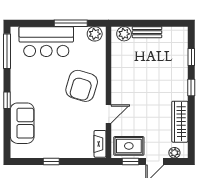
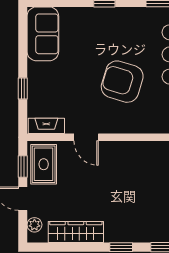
armchair: (82, 86) -> (122, 82), moved
sofa: (22, 123) -> (43, 34), moved, turned -90
window: (51, 162) -> (23, 88), moved

